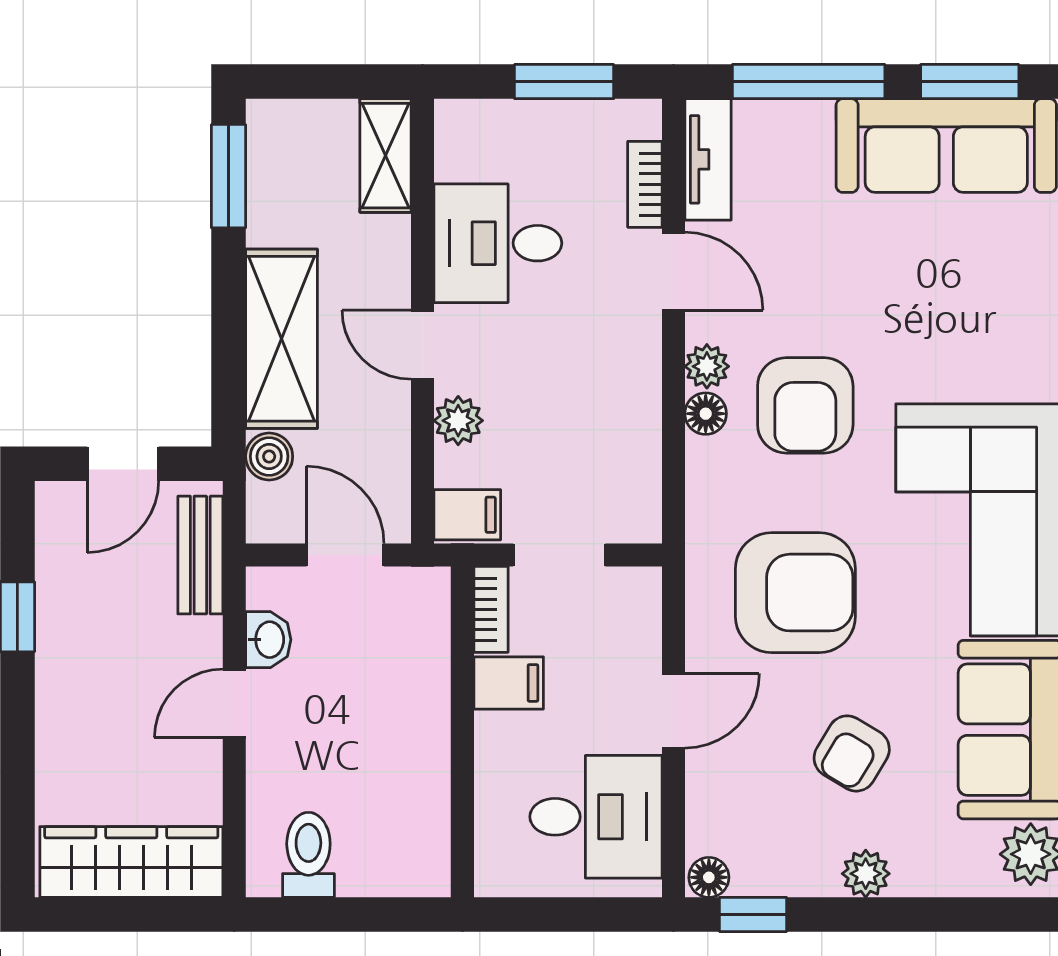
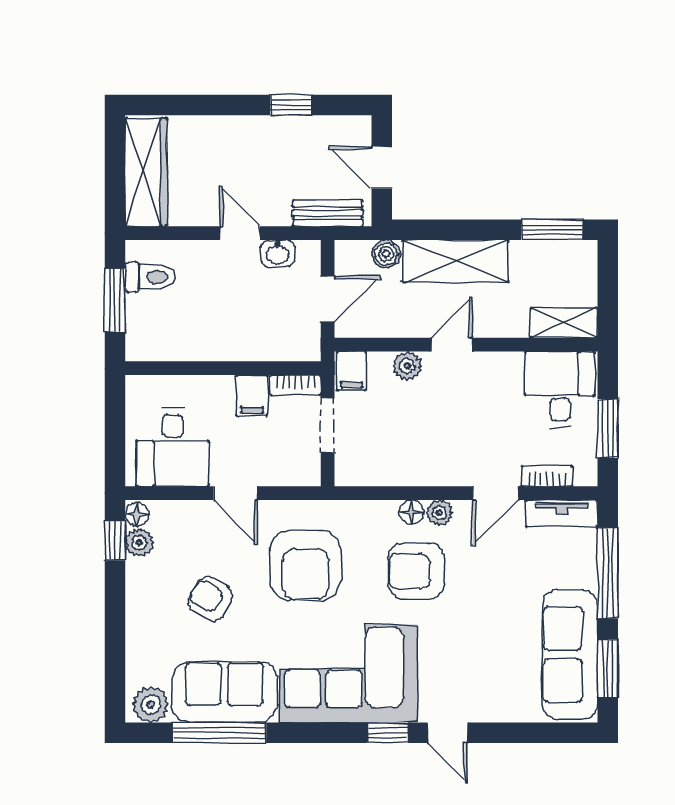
desk: (498, 243) -> (560, 389), moved
plant: (866, 874) -> (139, 543), moved
window: (348, 914) -> (115, 300), added

